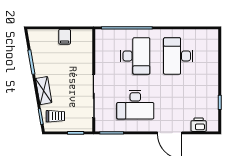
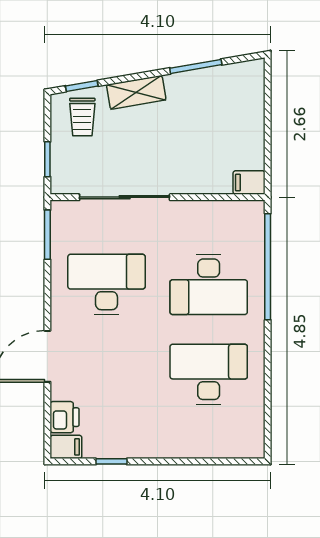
filing cabinet: (65, 37) -> (249, 183), moved
desk: (135, 105) -> (107, 284), turned 90
filing cabinet: (213, 124) -> (66, 447), added

